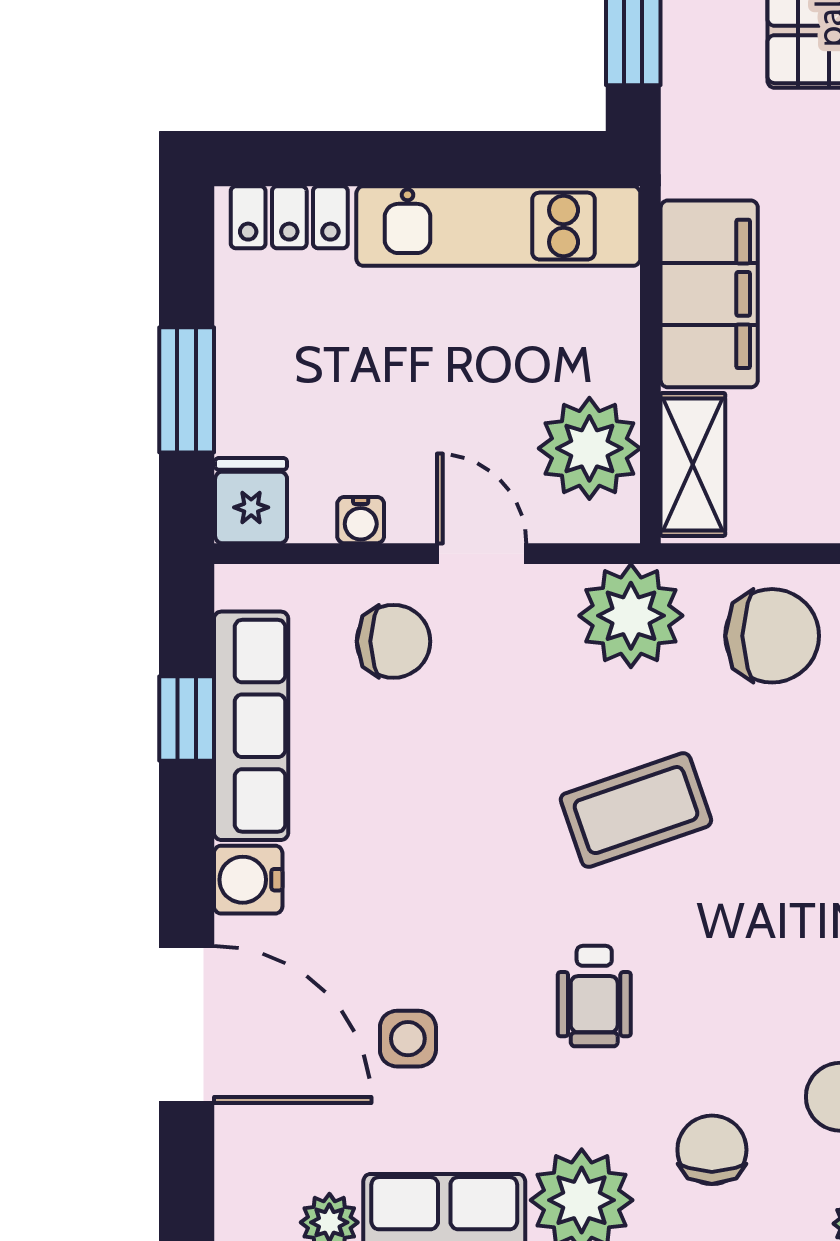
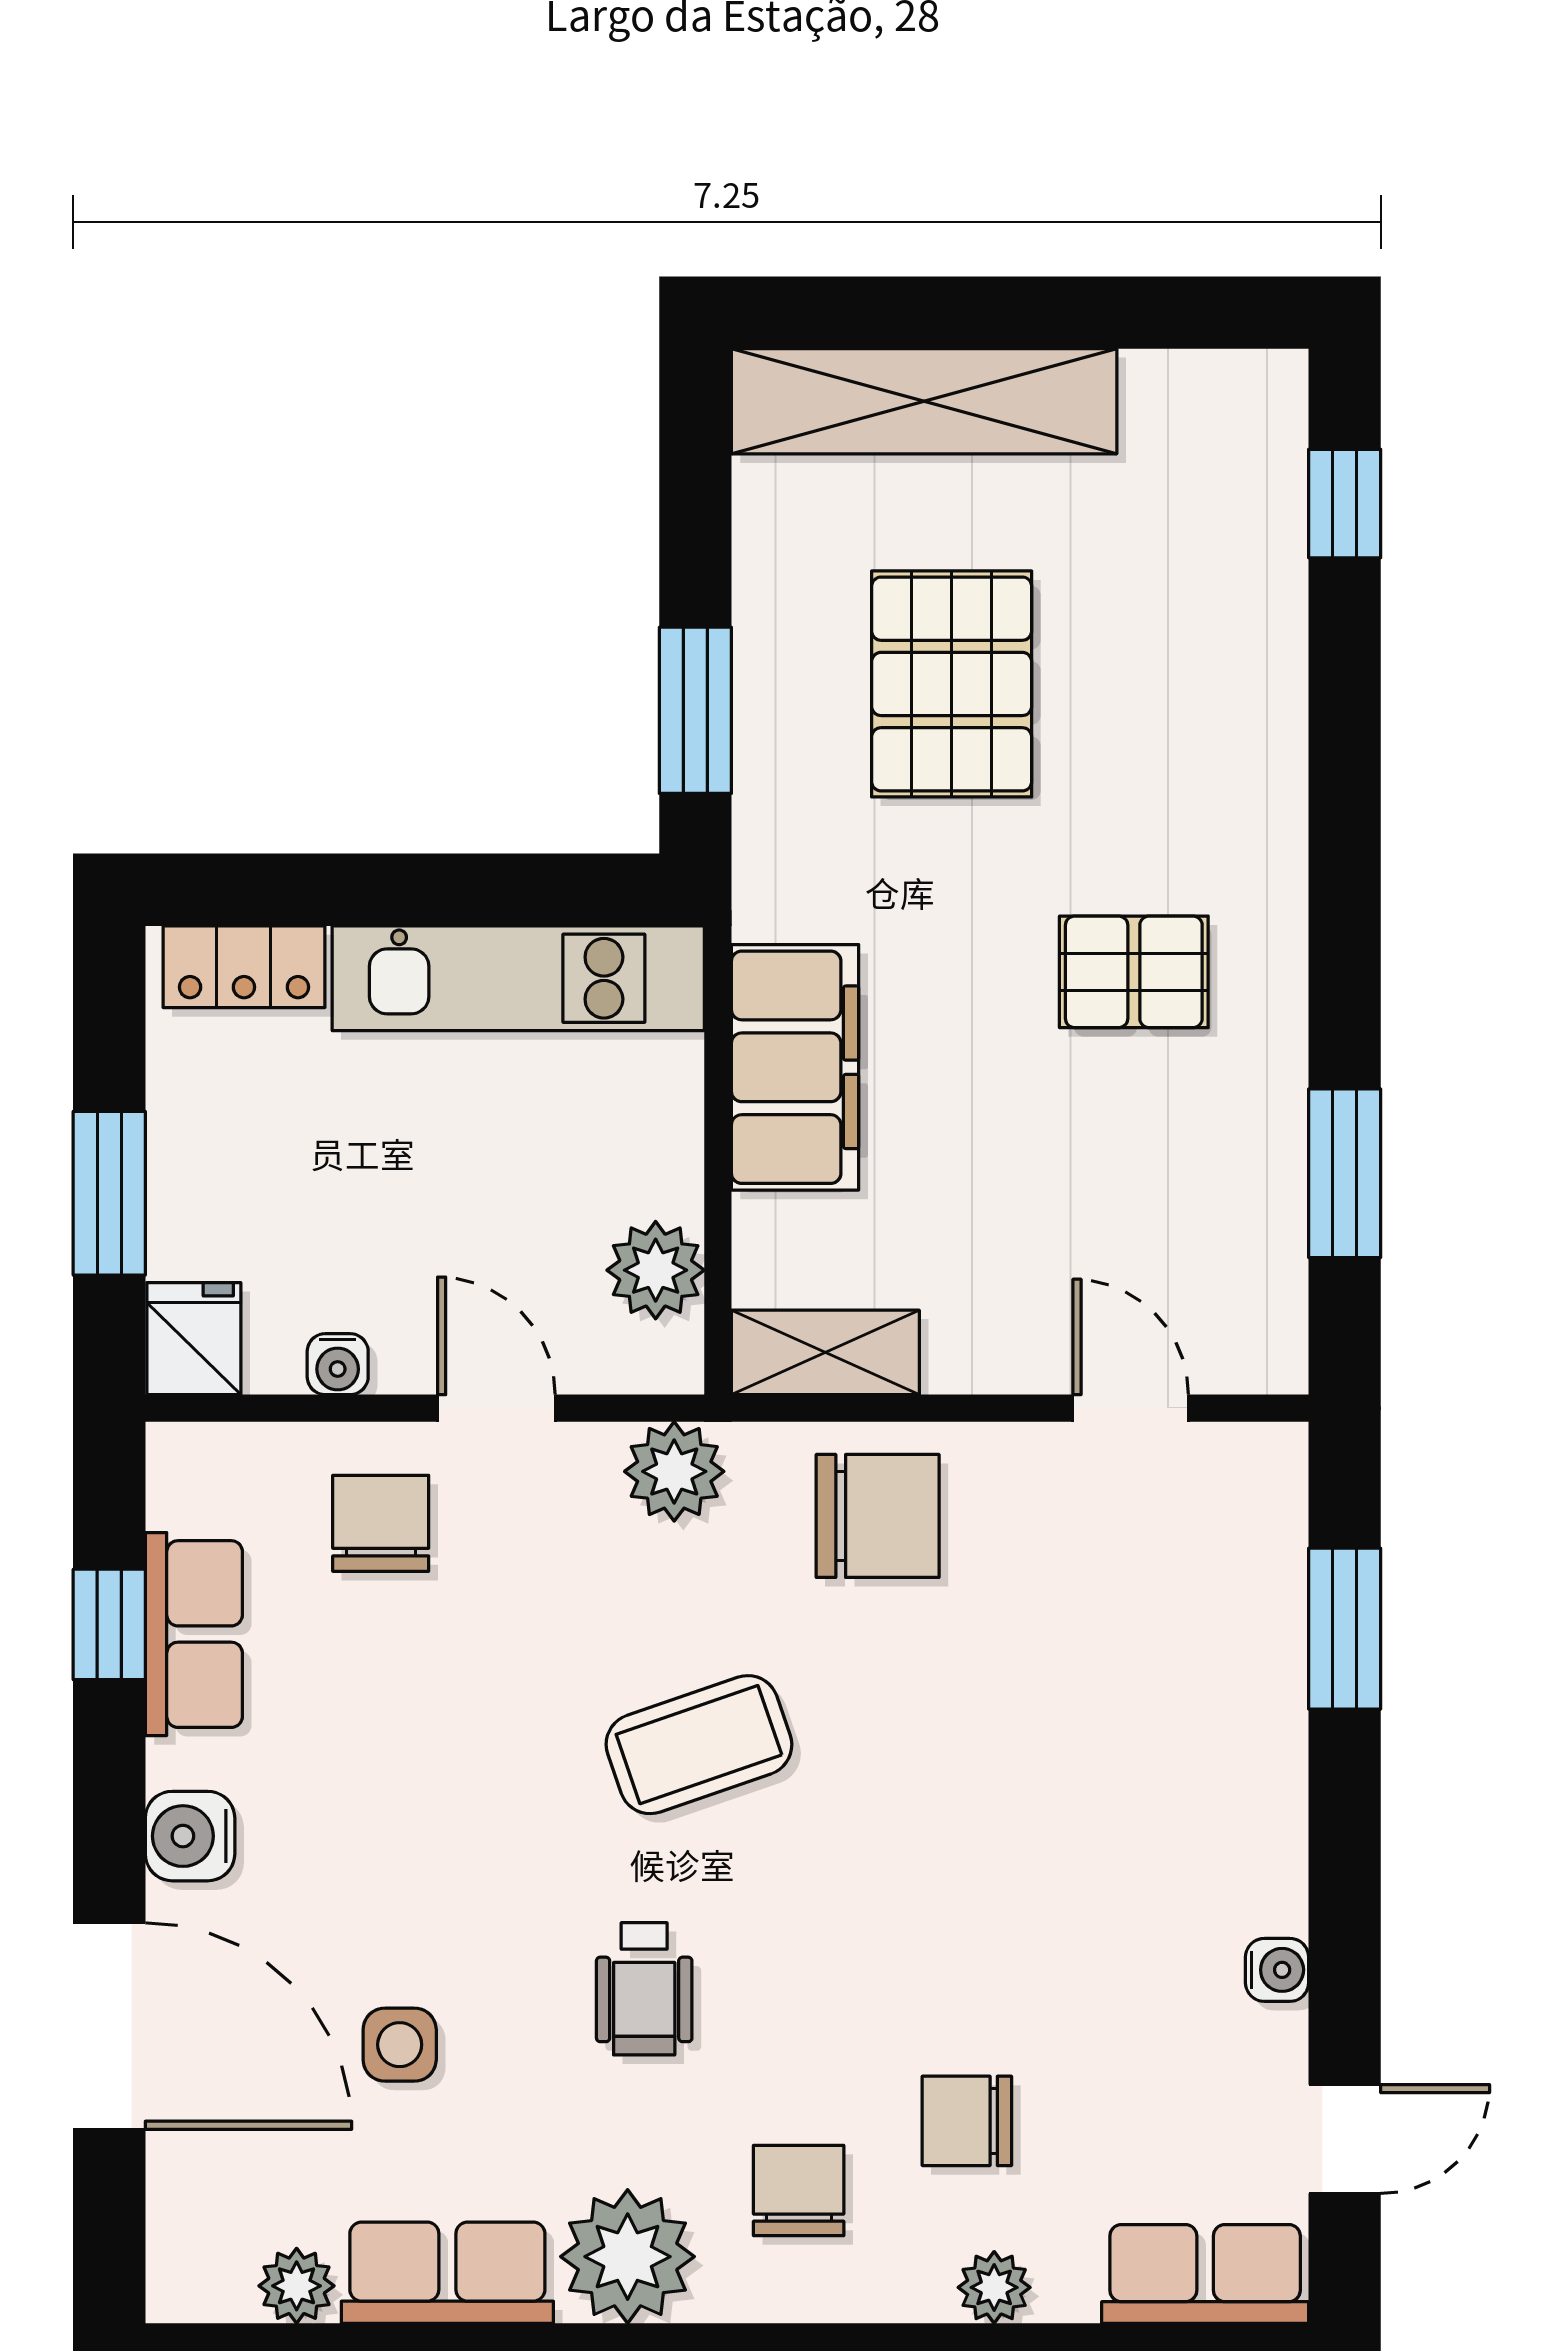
plant: (589, 448) -> (656, 1270), width x0.73, depth x0.73
shelving: (693, 464) -> (825, 1352), moved, turned 90
plant: (631, 616) -> (674, 1471), width x0.73, depth x0.73
chair: (393, 641) -> (381, 1523), turned -90
row of seats: (251, 726) -> (194, 1634), width x0.68

